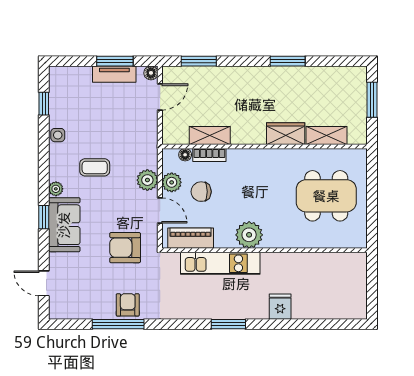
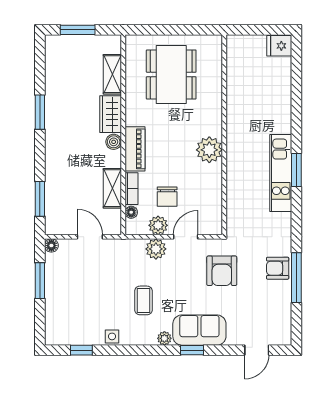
tv unit: (114, 74) -> (53, 281), removed
door: (160, 97) -> (90, 237), moved
boiler: (257, 137) -> (114, 142), added
piano: (191, 238) -> (135, 149), moved, turned 180
kitchen unit: (220, 263) -> (281, 173), moved, turned 180
fridge: (280, 307) -> (279, 46), moved

